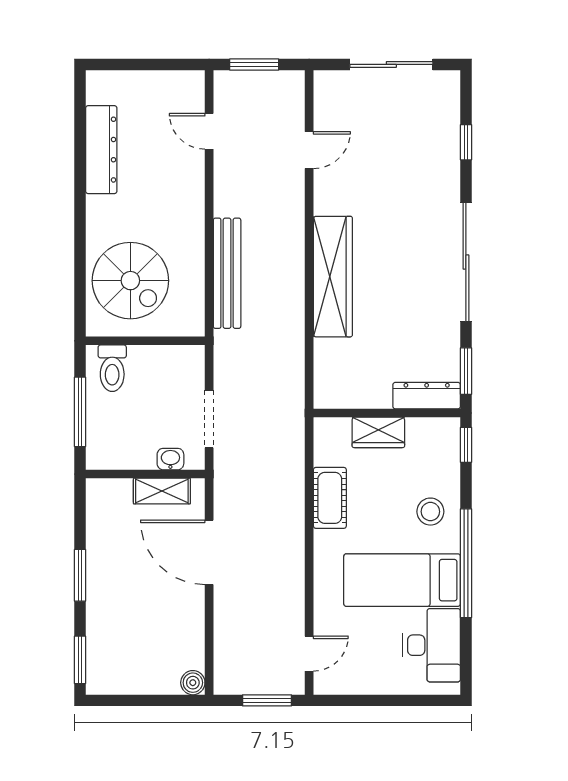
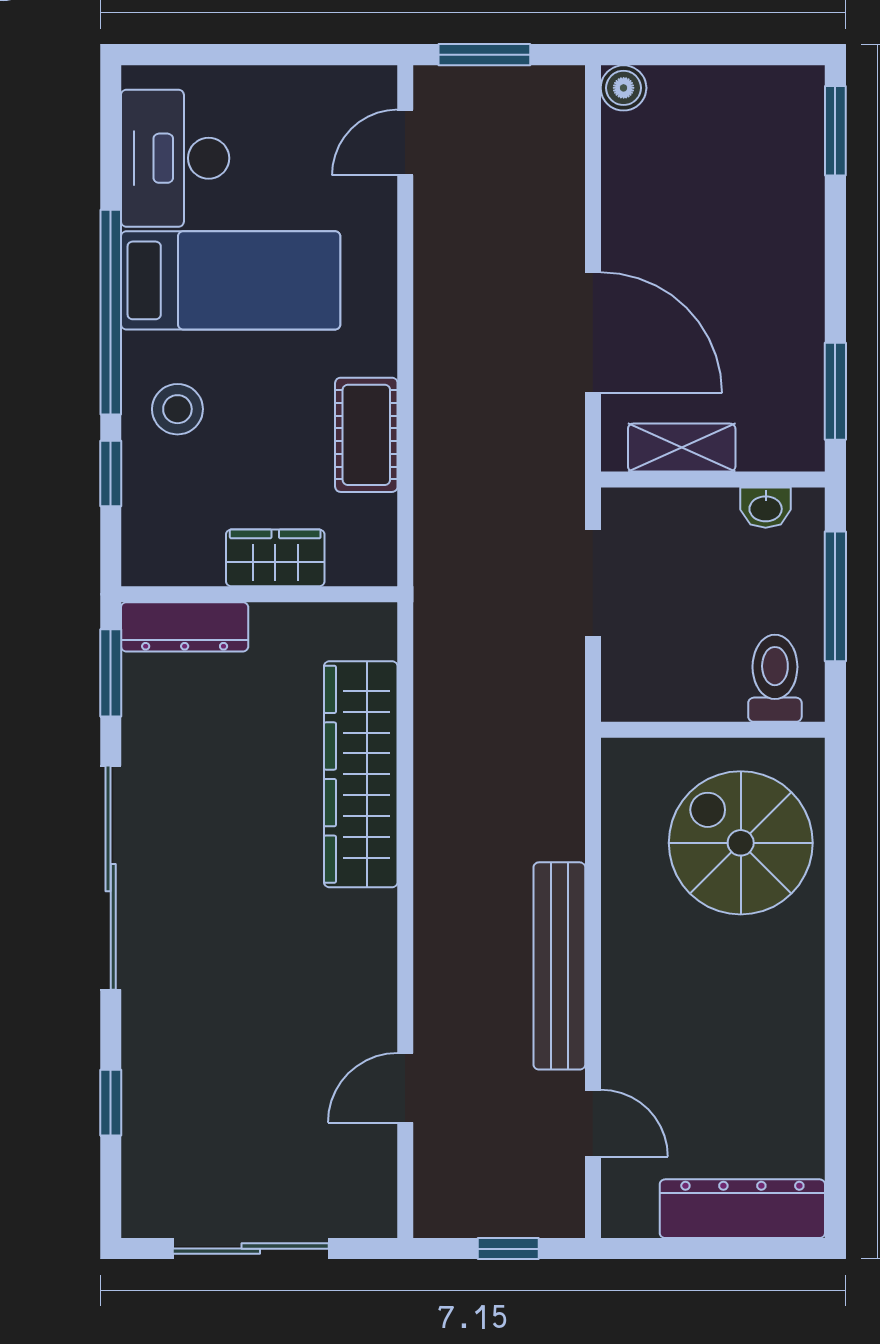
window: (254, 64) -> (508, 1249), width x0.67
dresser: (101, 150) -> (742, 1209), moved, turned 90
bench: (227, 273) -> (559, 966), moved
wardrobe: (333, 277) -> (361, 774), moved
window: (466, 445) -> (111, 474), moved
washbasin: (170, 459) -> (766, 508), moved
window: (80, 575) -> (835, 391), moved

